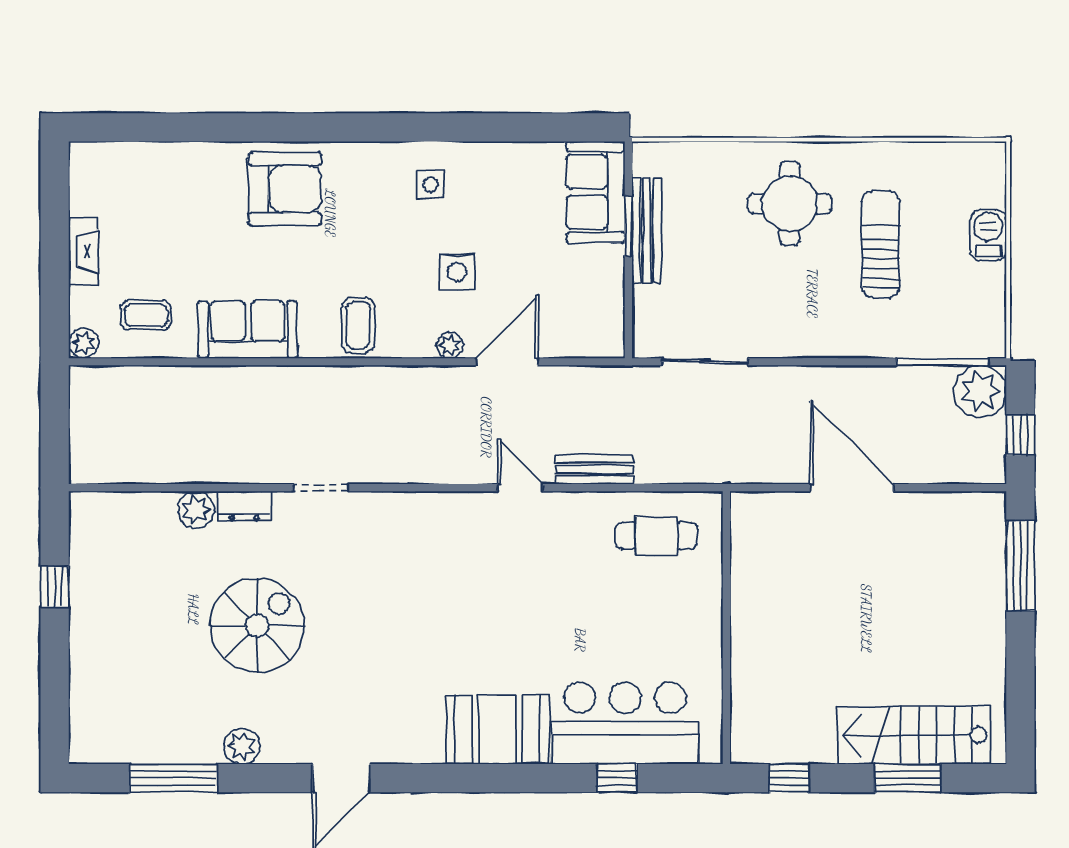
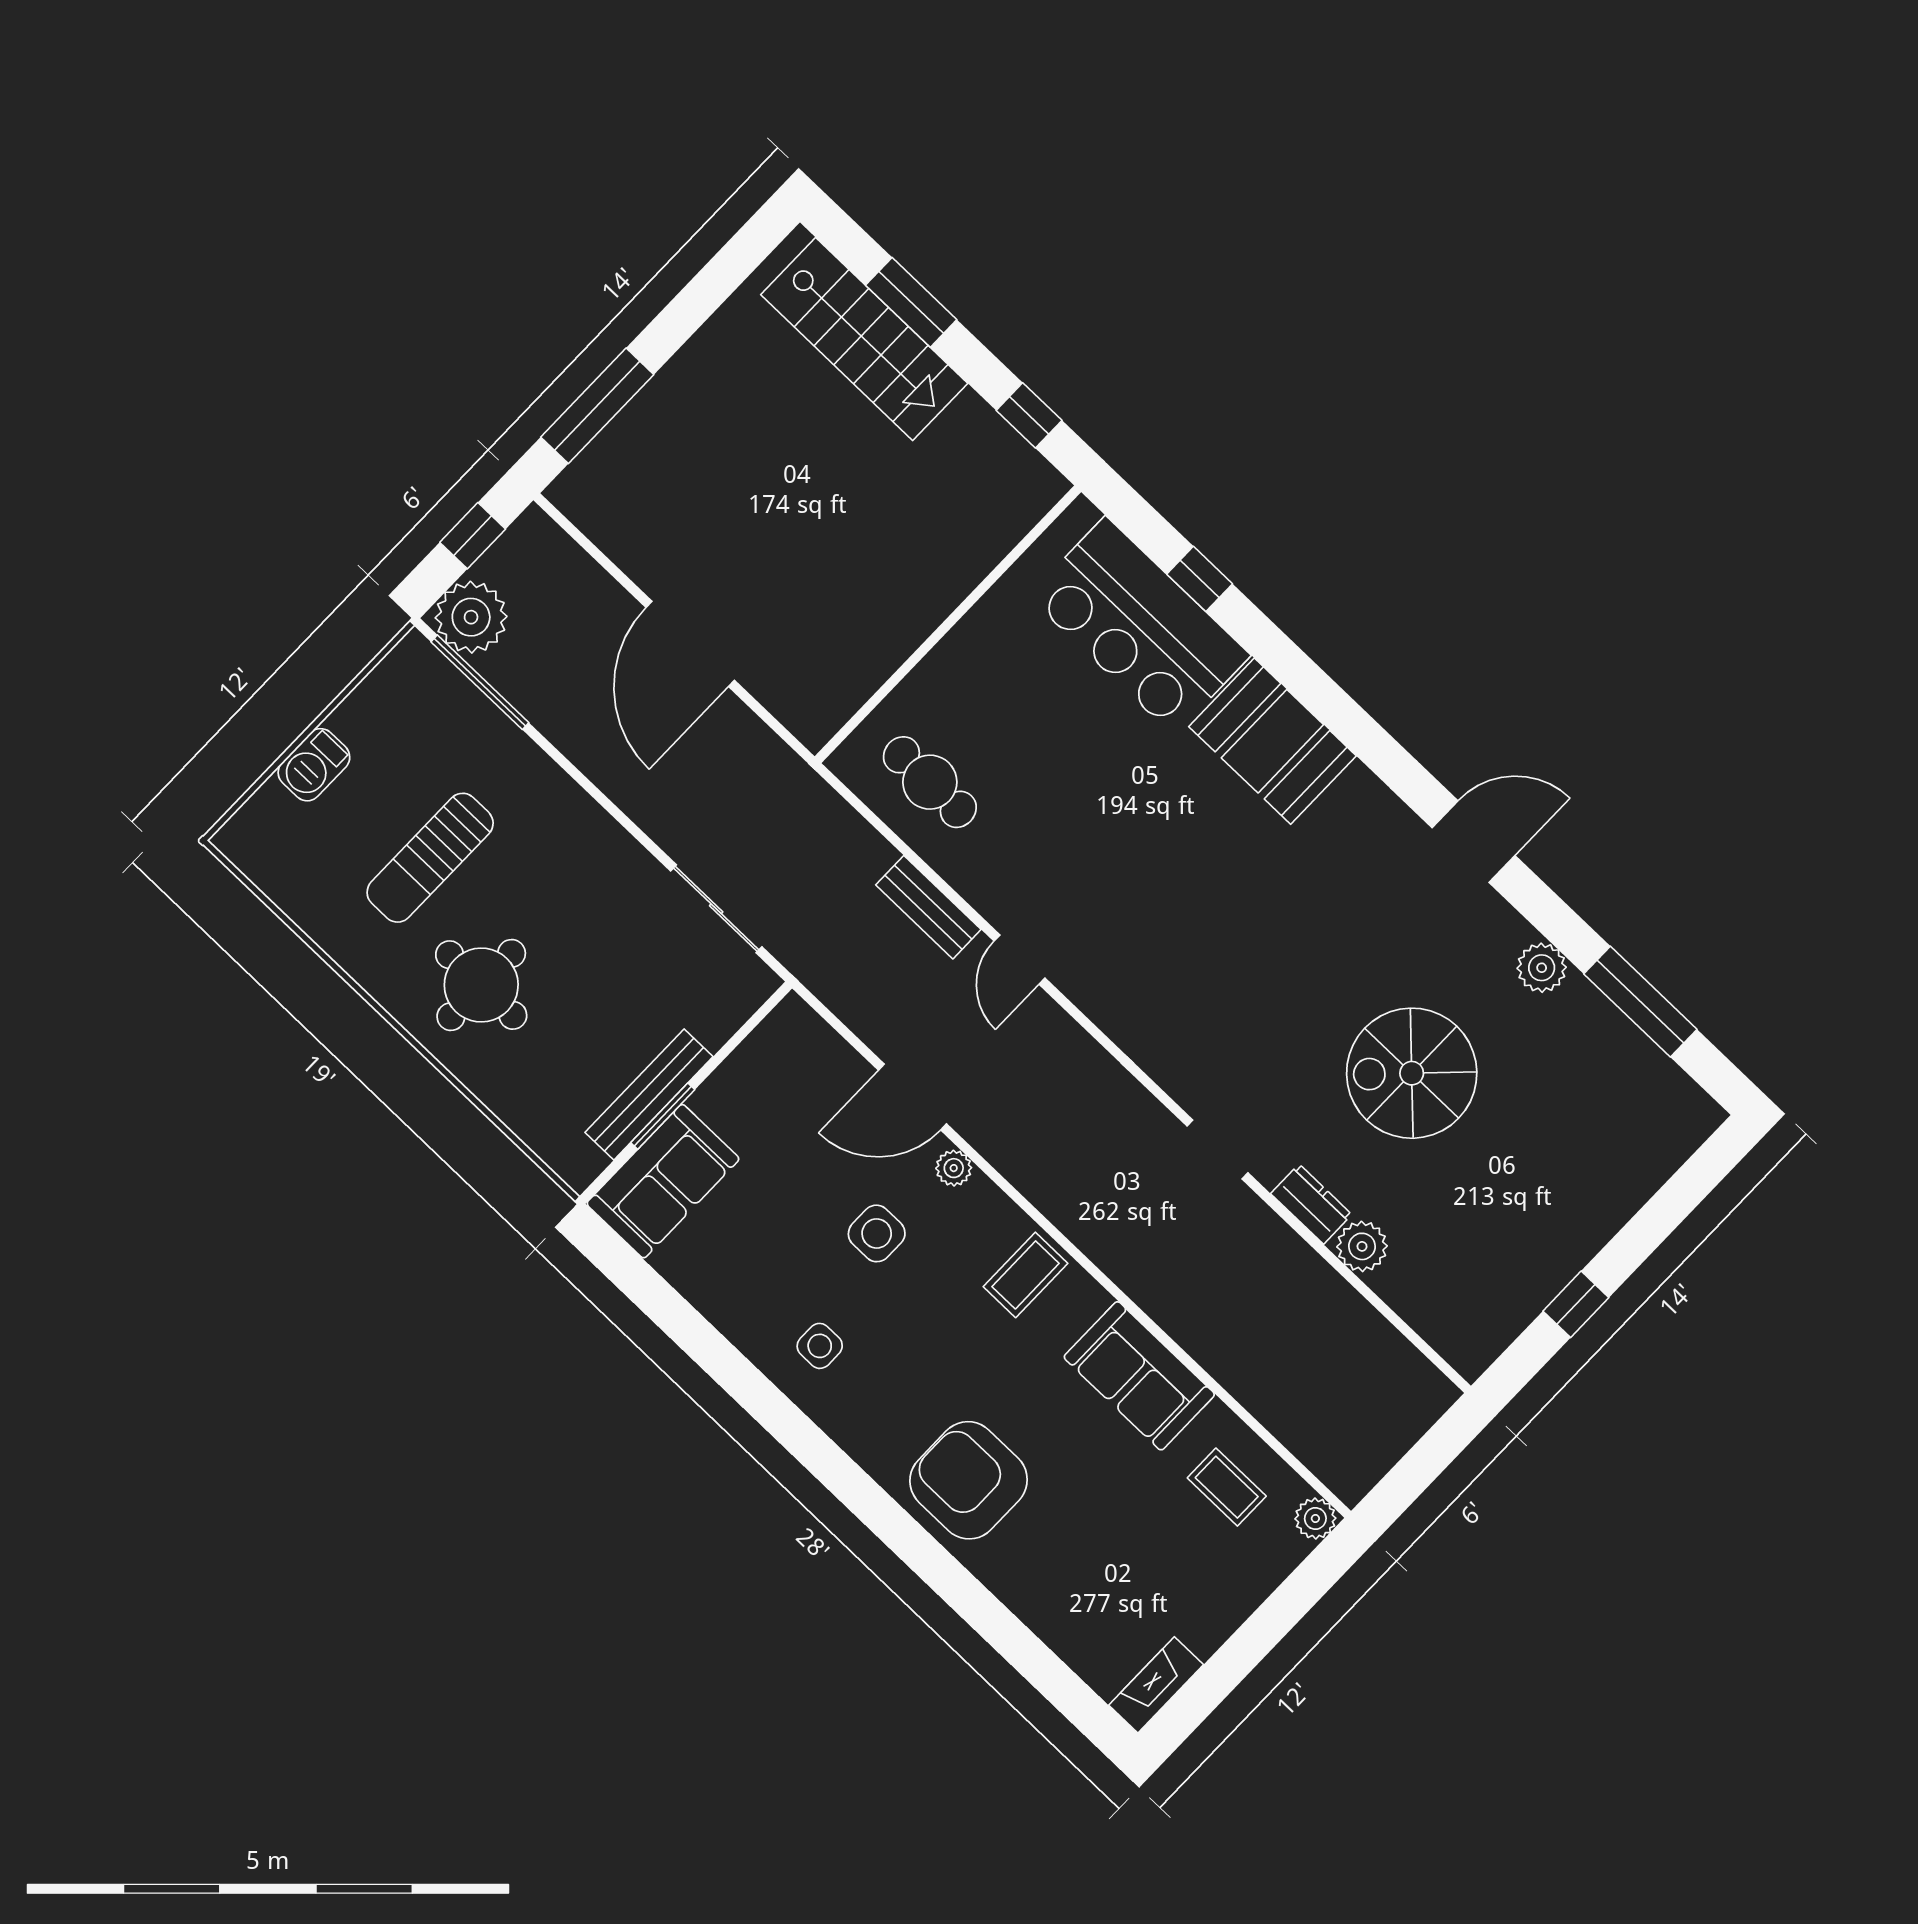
fireplace: (83, 251) -> (1156, 1685), moved

